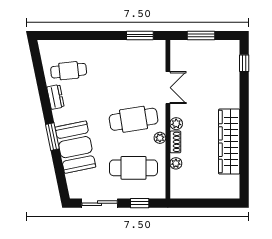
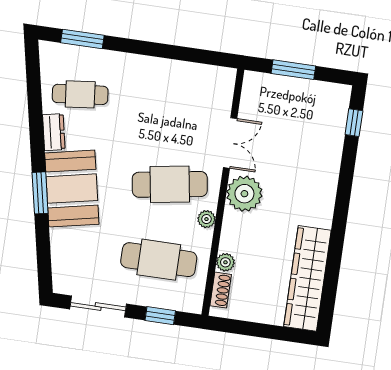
window: (140, 35) -> (82, 39), moved
plant: (176, 124) -> (244, 194), width x1.87, depth x1.87
shoe rack: (175, 142) -> (221, 290), moved
wardrobe: (229, 142) -> (307, 278), moved
booth: (75, 147) -> (72, 189), moved

